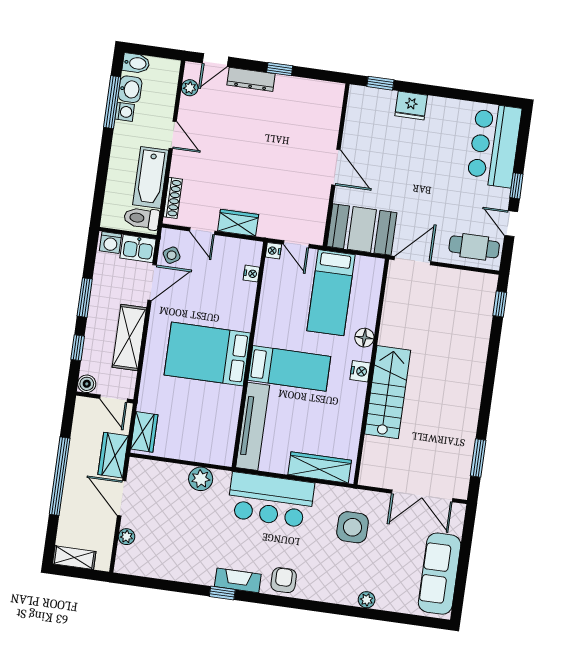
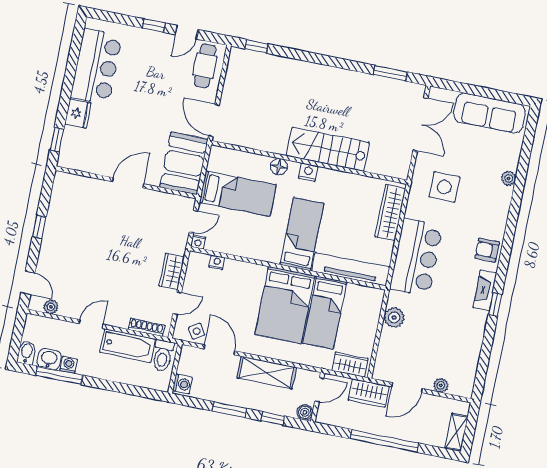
dresser: (251, 79) -> (47, 253), removed
bar counter: (494, 145) -> (96, 67), moved, turned -90
kitchen sink: (138, 249) -> (189, 360), removed
bed: (202, 400) -> (325, 313), added

